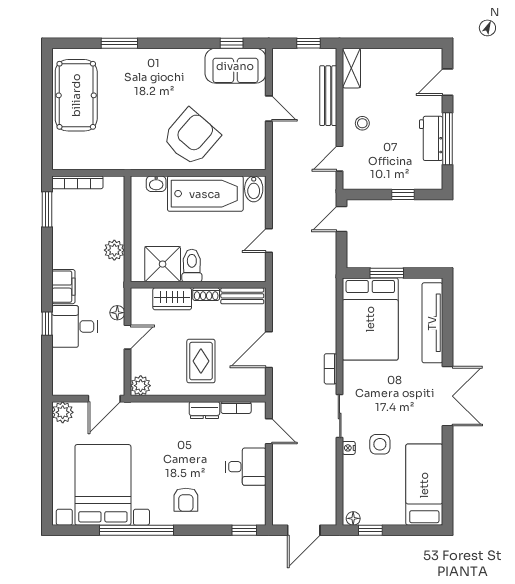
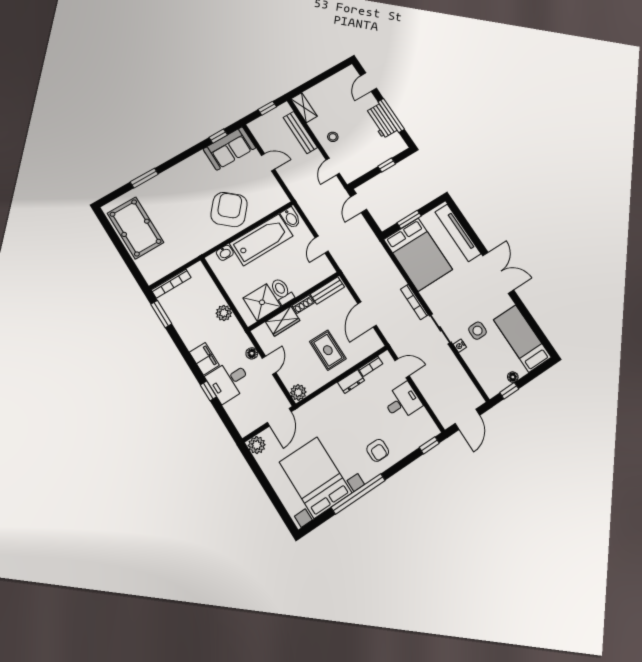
bookcase: (330, 369) -> (414, 302), width x1.56
floor lamp: (353, 518) -> (513, 377), moved

